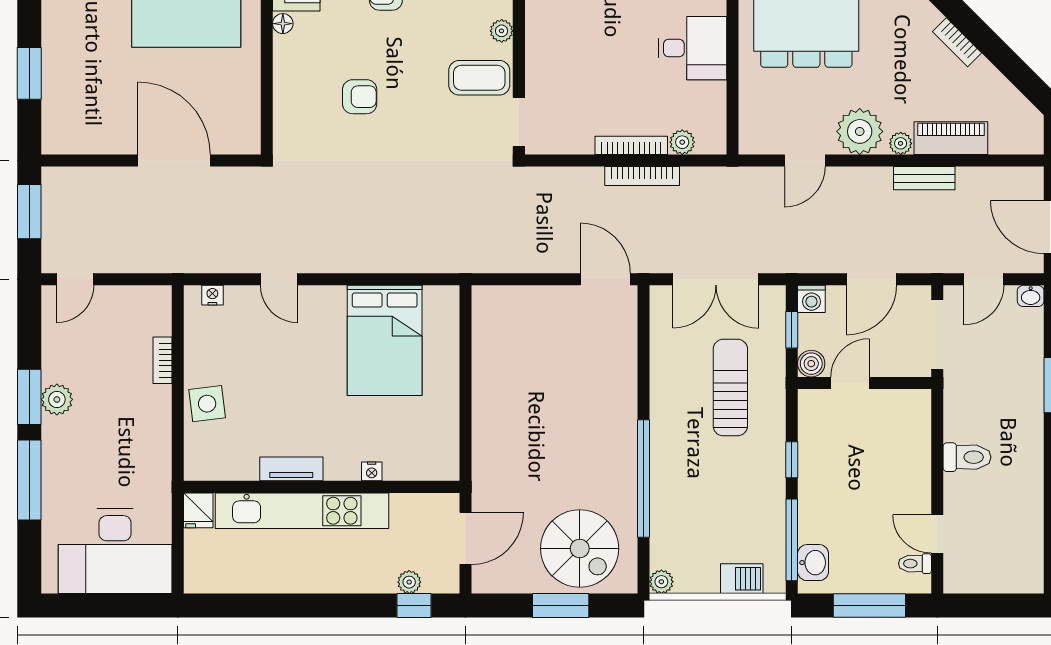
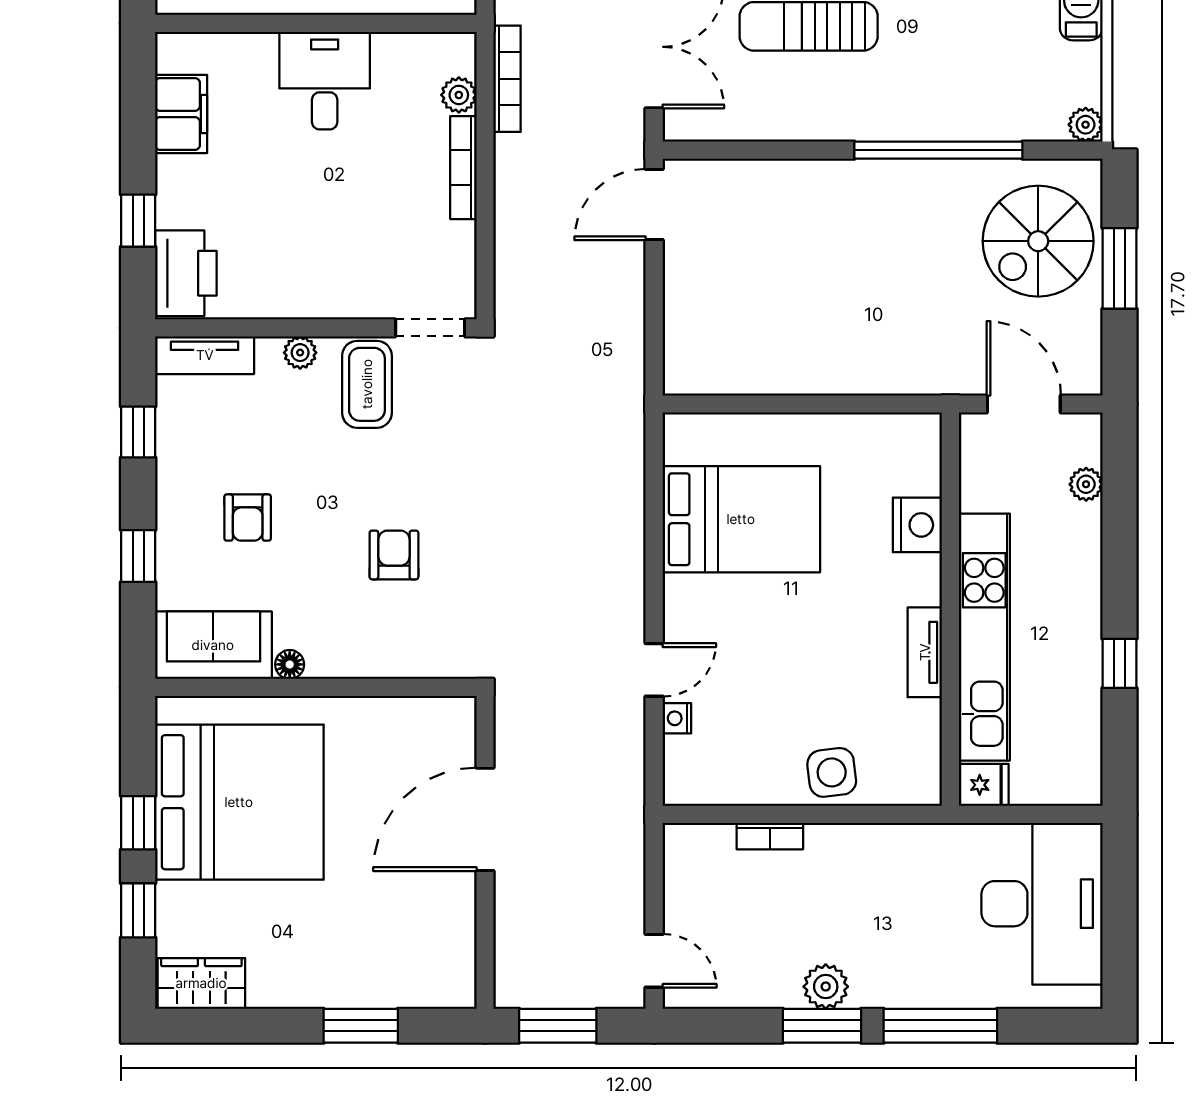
bookcase: (642, 176) -> (507, 79), moved
nightstand: (212, 295) -> (677, 718), moved
nightstand: (372, 471) -> (917, 525), width x1.89, depth x1.79
spiral stairs: (580, 548) -> (1038, 241), turned 180
window: (414, 606) -> (1119, 663), moved

